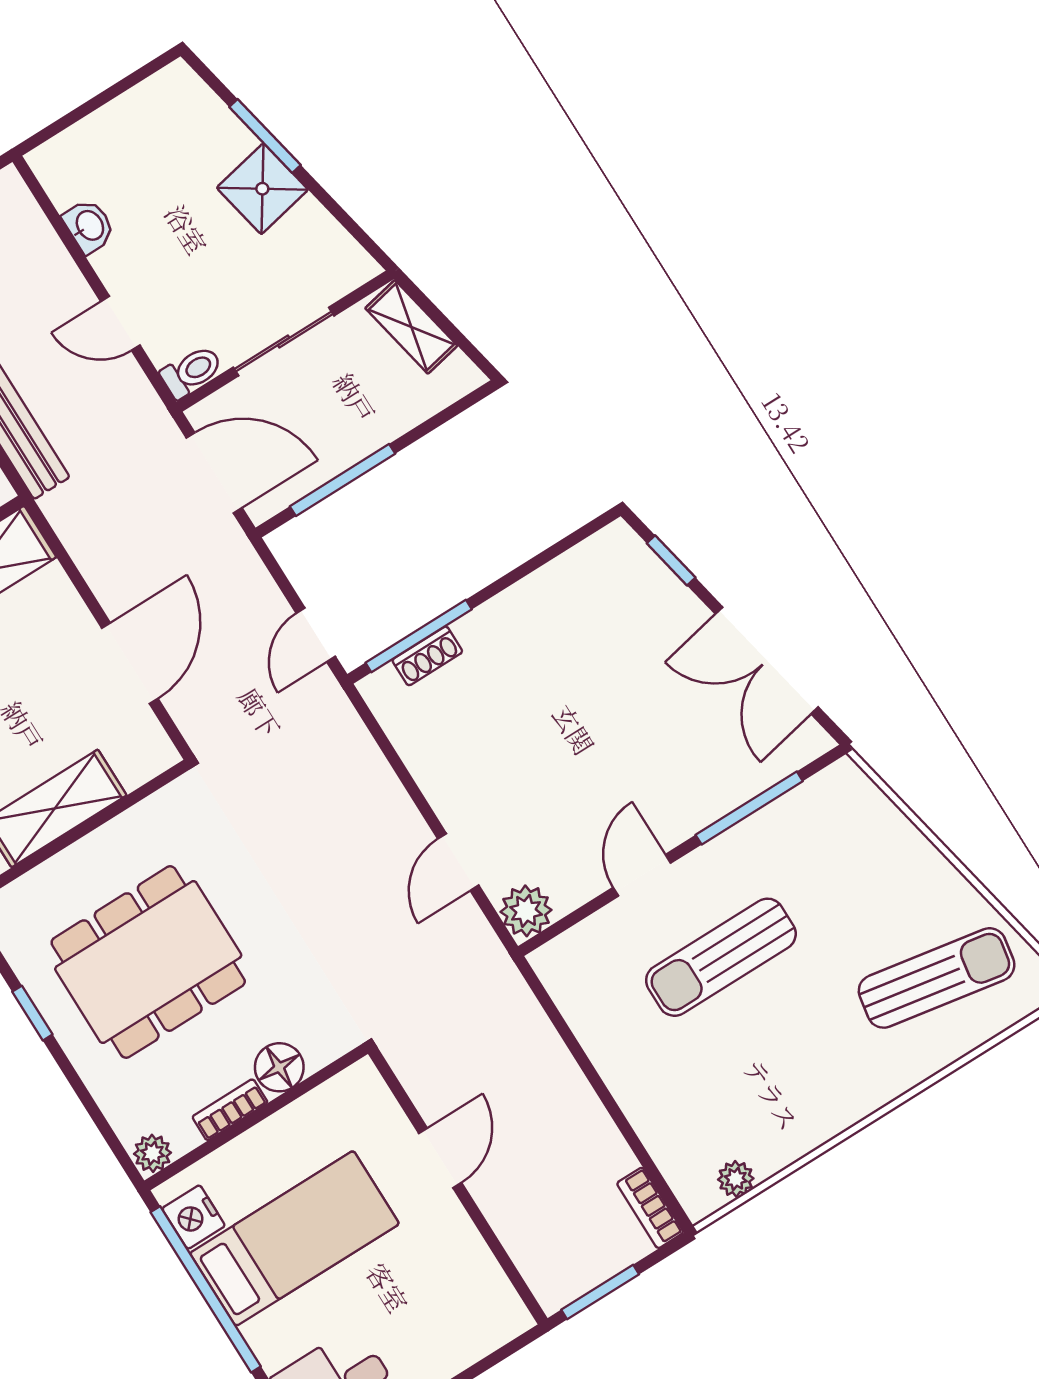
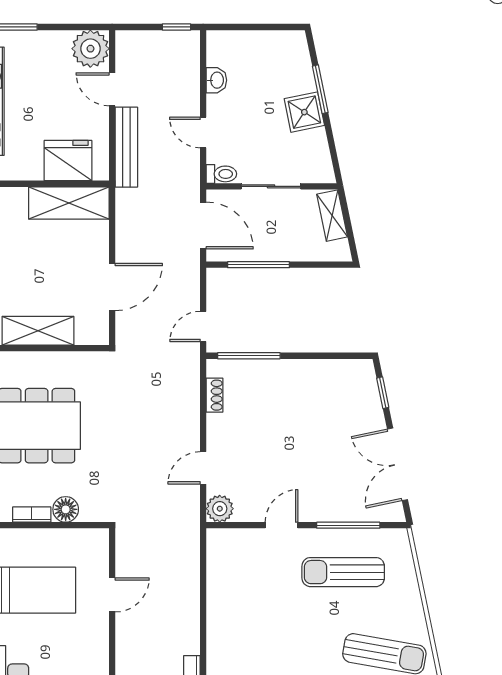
shoe rack: (427, 656) -> (215, 395), moved, turned -90
sun lounger: (721, 957) -> (343, 572), moved

